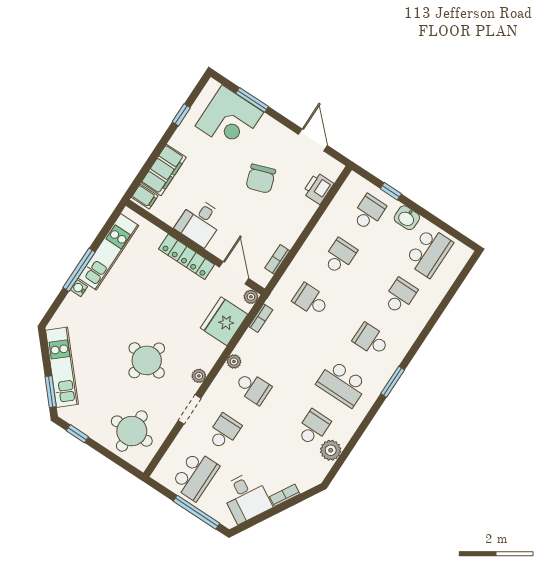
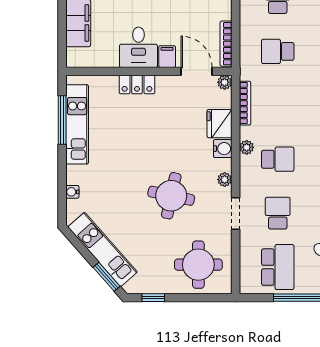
filing cabinet: (145, 197) -> (167, 57), moved, turned -90
locker: (186, 257) -> (137, 85), width x0.66
bookcase: (277, 259) -> (226, 44), width x1.56
window: (79, 270) -> (62, 120), moved
water cooler: (79, 288) -> (72, 192), moved
bookcase: (261, 318) -> (245, 103), width x1.56
fridge: (224, 321) -> (219, 124), width x0.73, depth x0.75
water cooler: (214, 350) -> (223, 149), added

